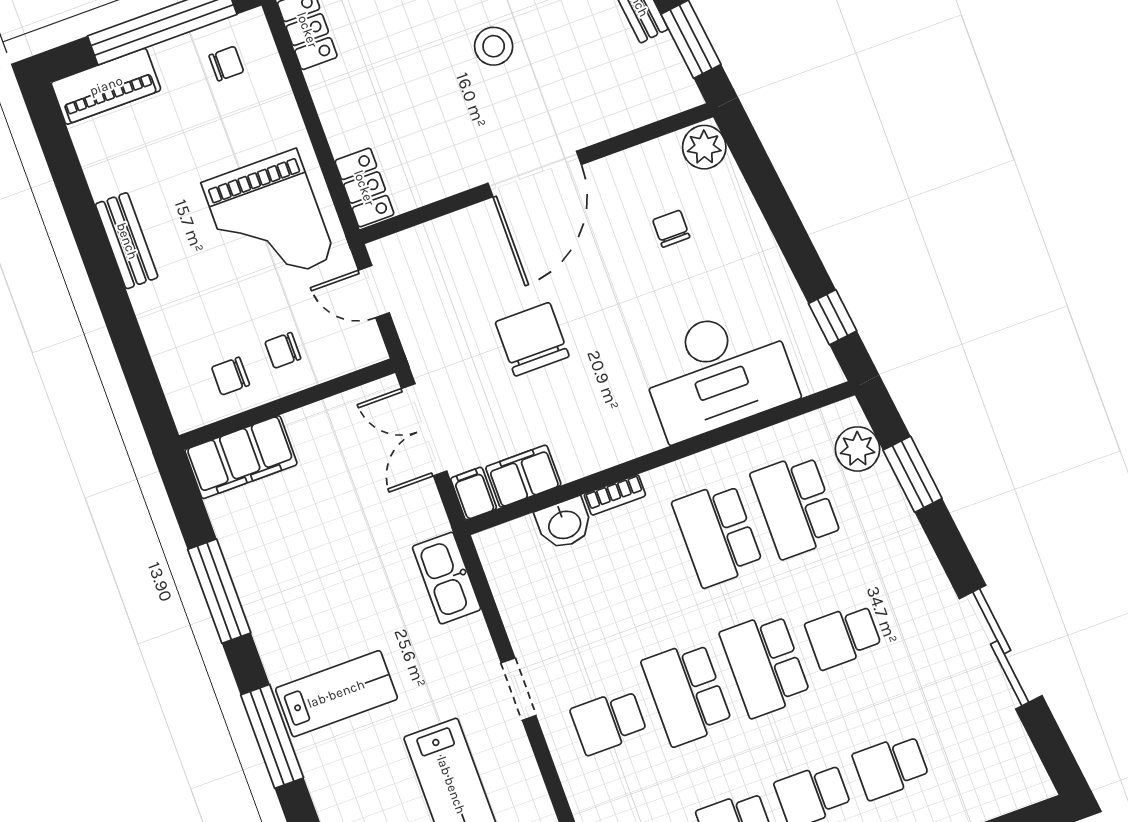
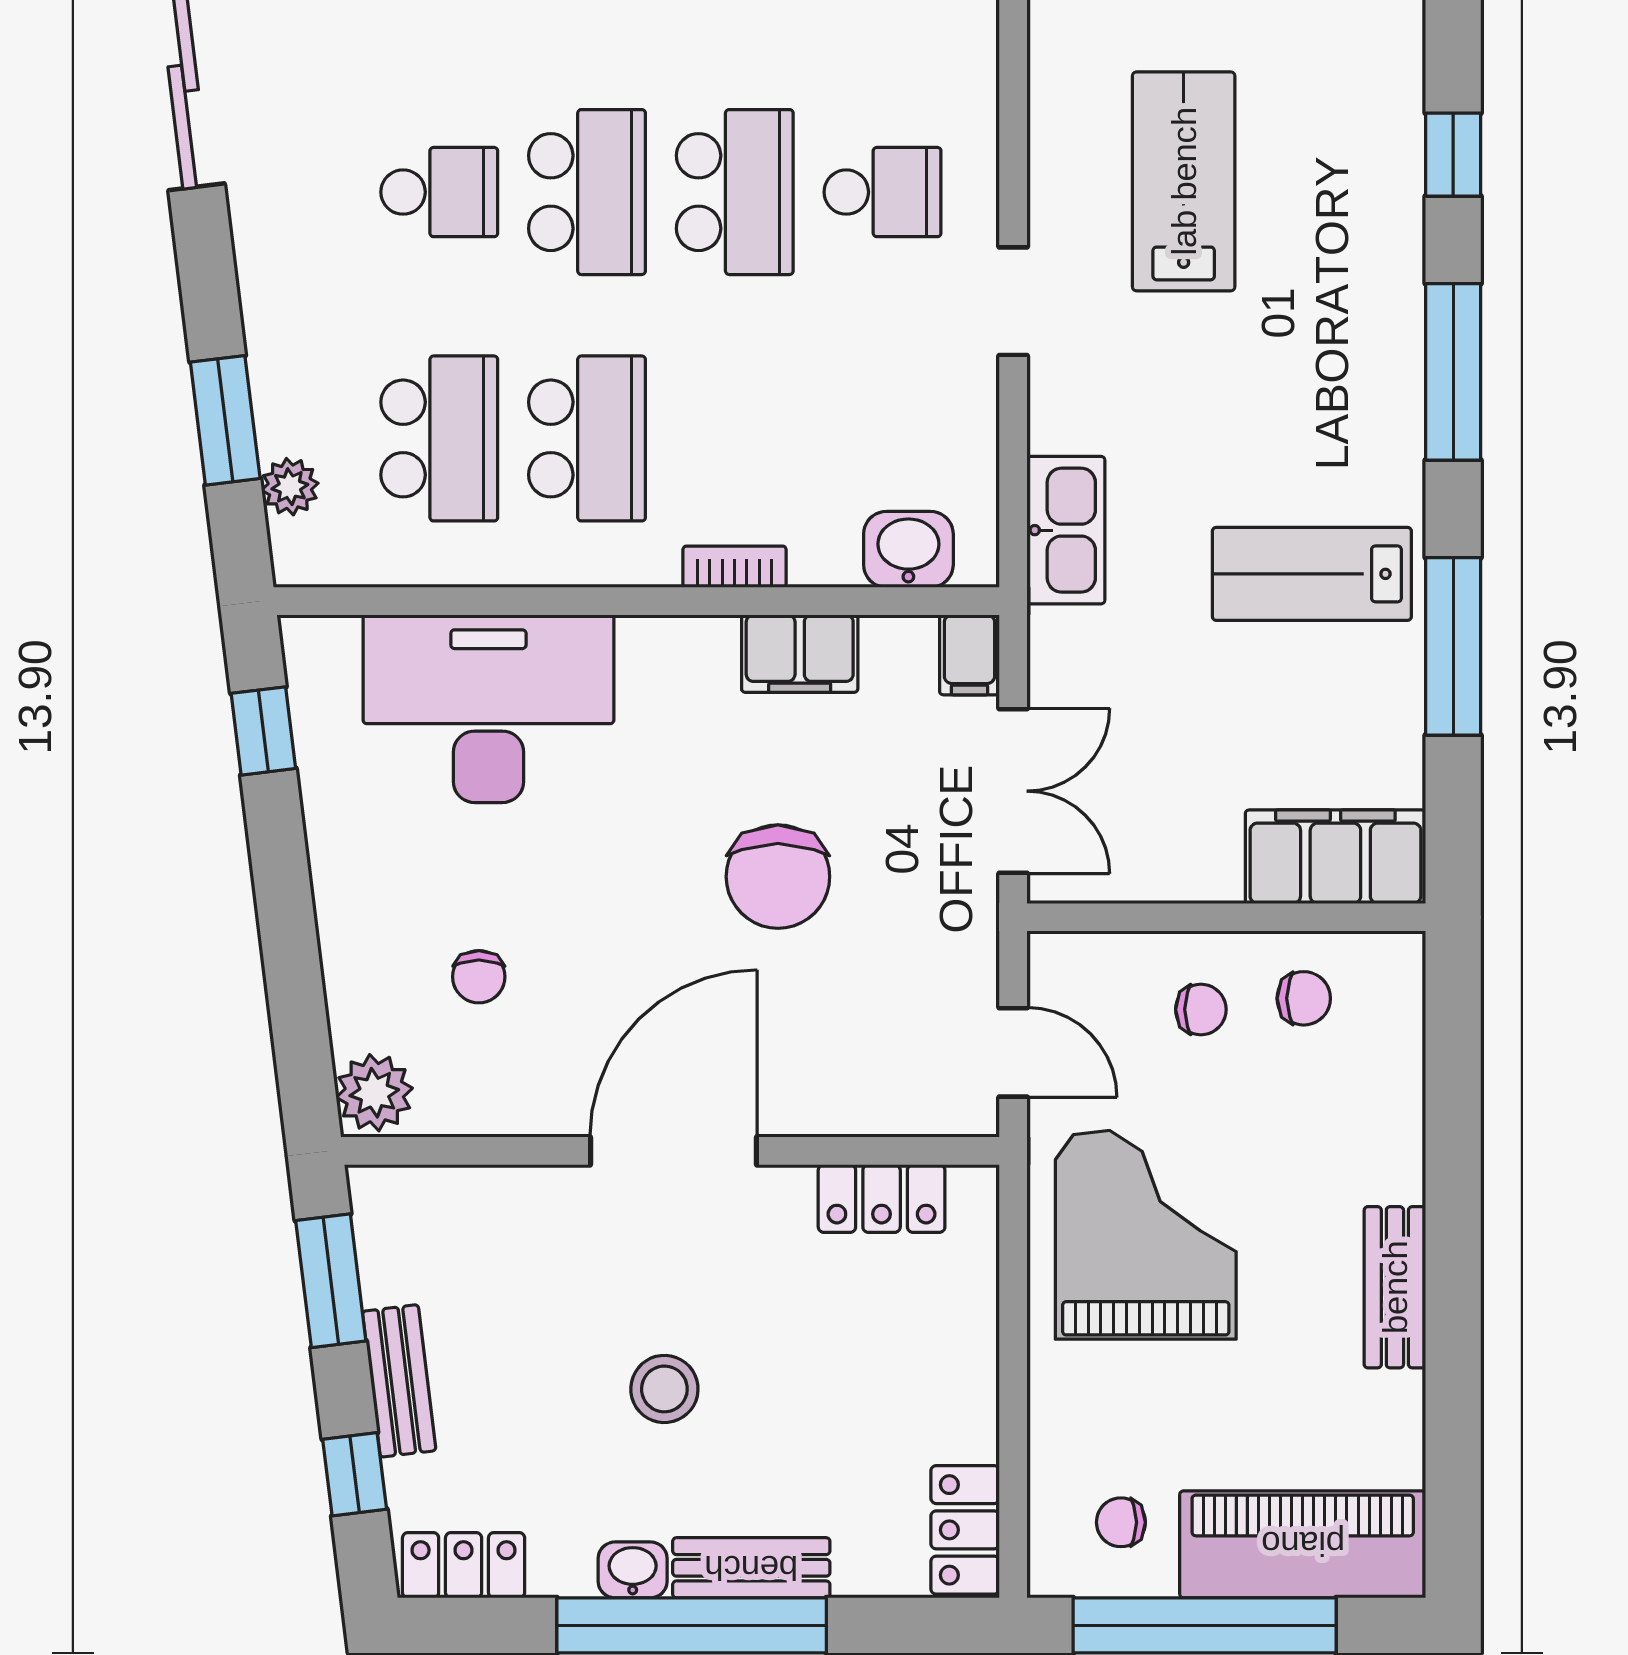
piano: (106, 86) -> (1303, 1544), width x1.37, depth x1.33
locker: (364, 188) -> (882, 1199), moved, turned -90
plant: (857, 449) -> (290, 487), width x0.73, depth x0.73
filing cabinet: (523, 476) -> (800, 654), moved
washbasin: (564, 524) -> (908, 549), moved
lab bench: (336, 694) -> (1312, 574), moved

